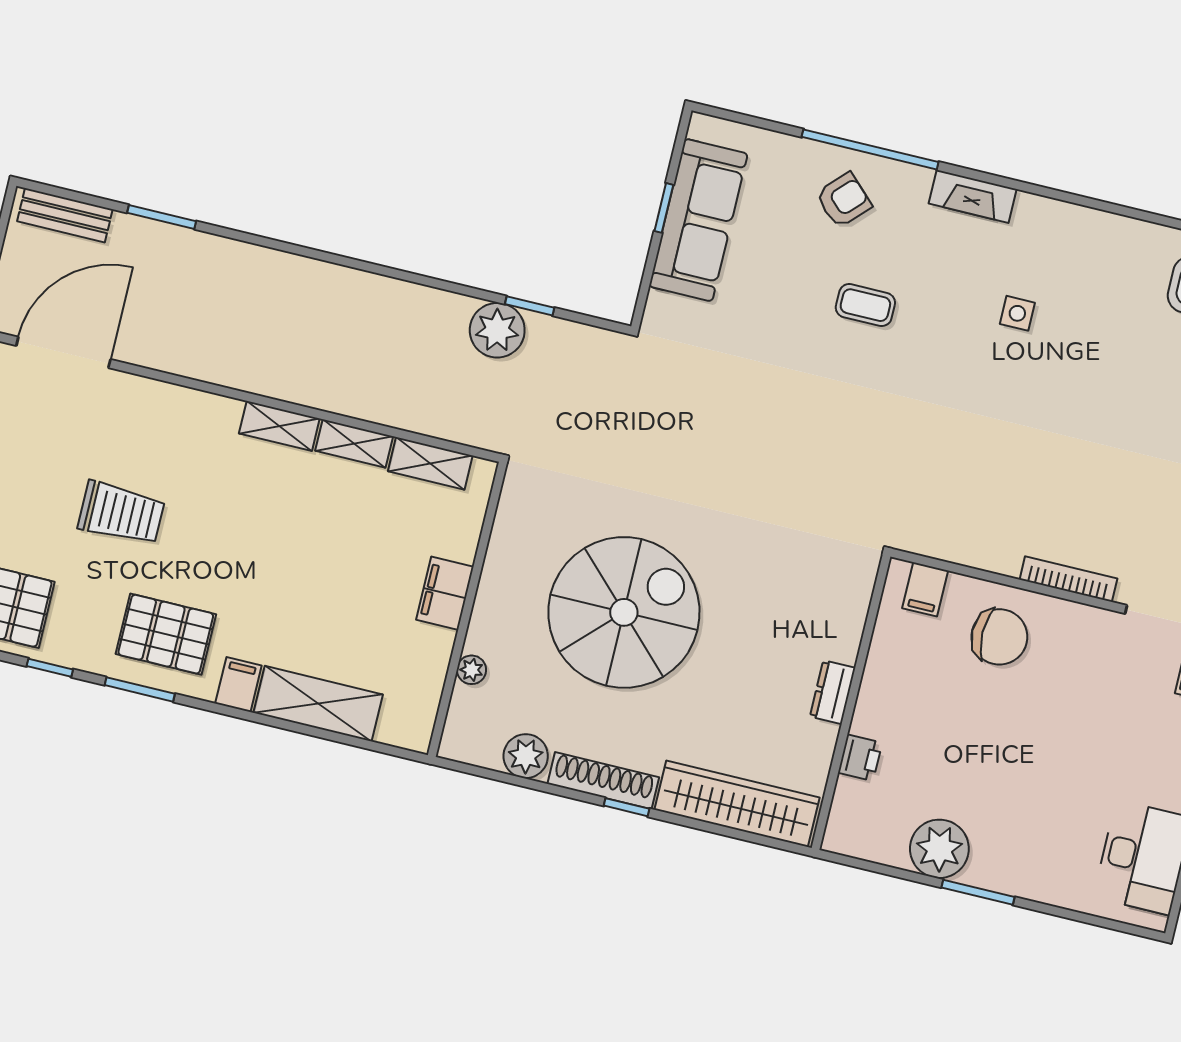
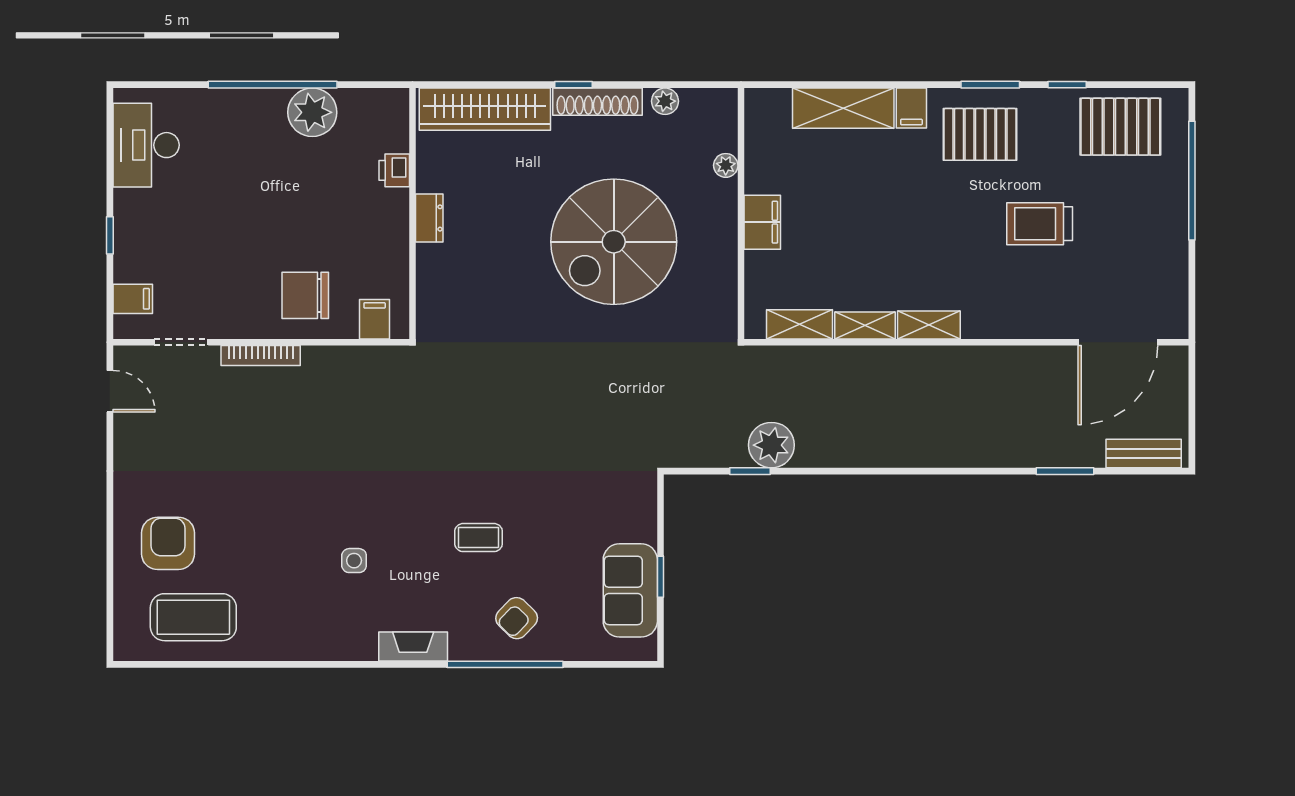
sofa: (698, 220) -> (630, 590), width x0.73
plant: (526, 756) -> (665, 101), width x0.73, depth x0.73
window: (978, 892) -> (273, 85), width x2.11

